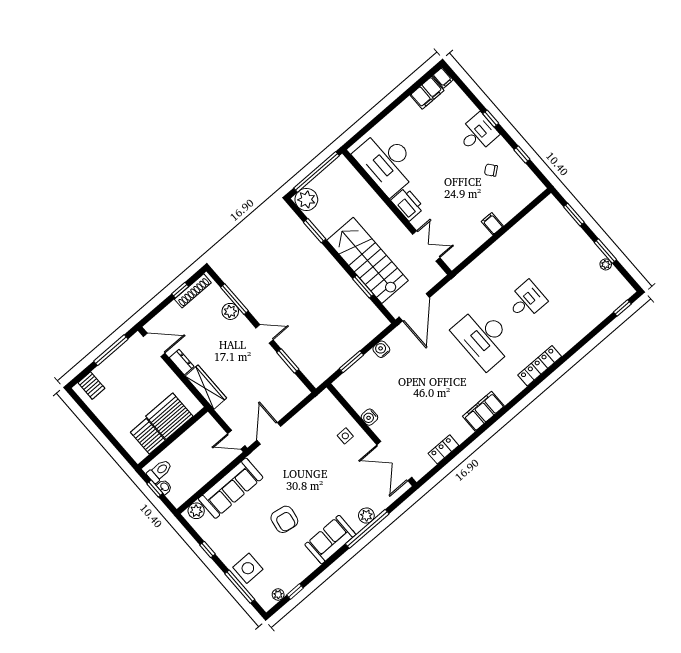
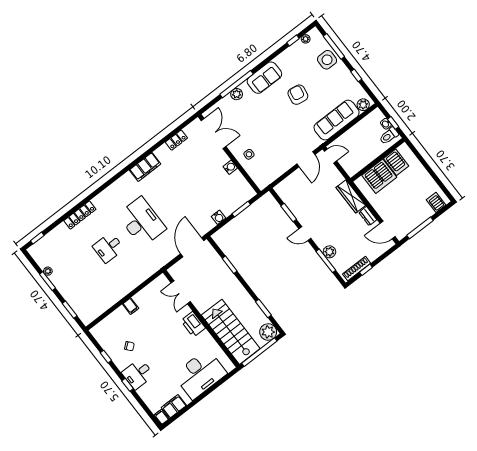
desk: (387, 162) -> (200, 374), moved, turned 90
stairs: (367, 260) -> (231, 332), moved, turned 180
locker: (540, 366) -> (80, 215), moved

